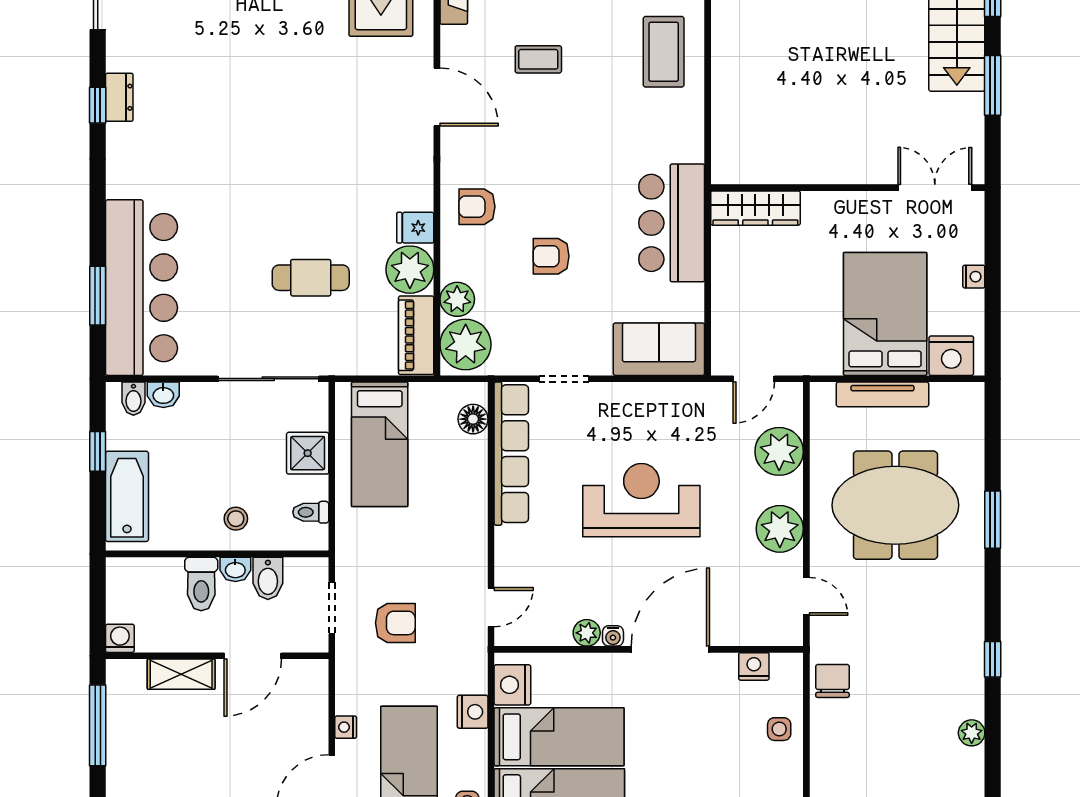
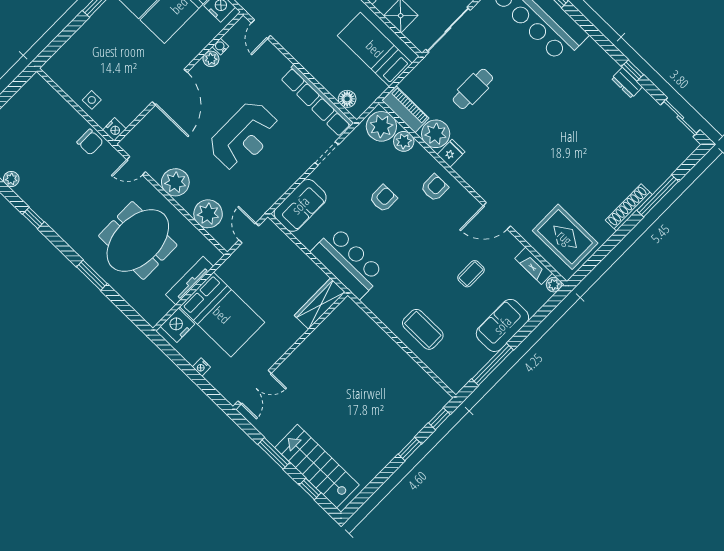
water cooler: (613, 636) -> (220, 47), moved
nightstand: (754, 666) -> (114, 129), moved

